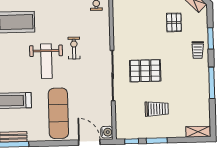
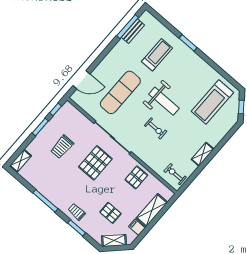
pallet: (127, 28) -> (136, 177), added
weight bench: (46, 61) -> (164, 101), turned 180
exercise mat: (58, 113) -> (120, 92), moved, turned 90
water cooler: (107, 132) -> (77, 98), removed

